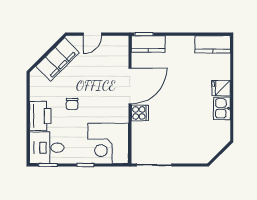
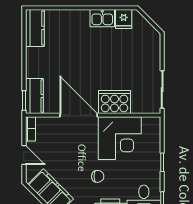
bookcase: (117, 40) -> (30, 129), added
fridge: (221, 88) -> (124, 19), moved
cooker: (140, 113) -> (114, 102), width x1.87, depth x1.31
corner desk: (108, 143) -> (120, 138), moved

